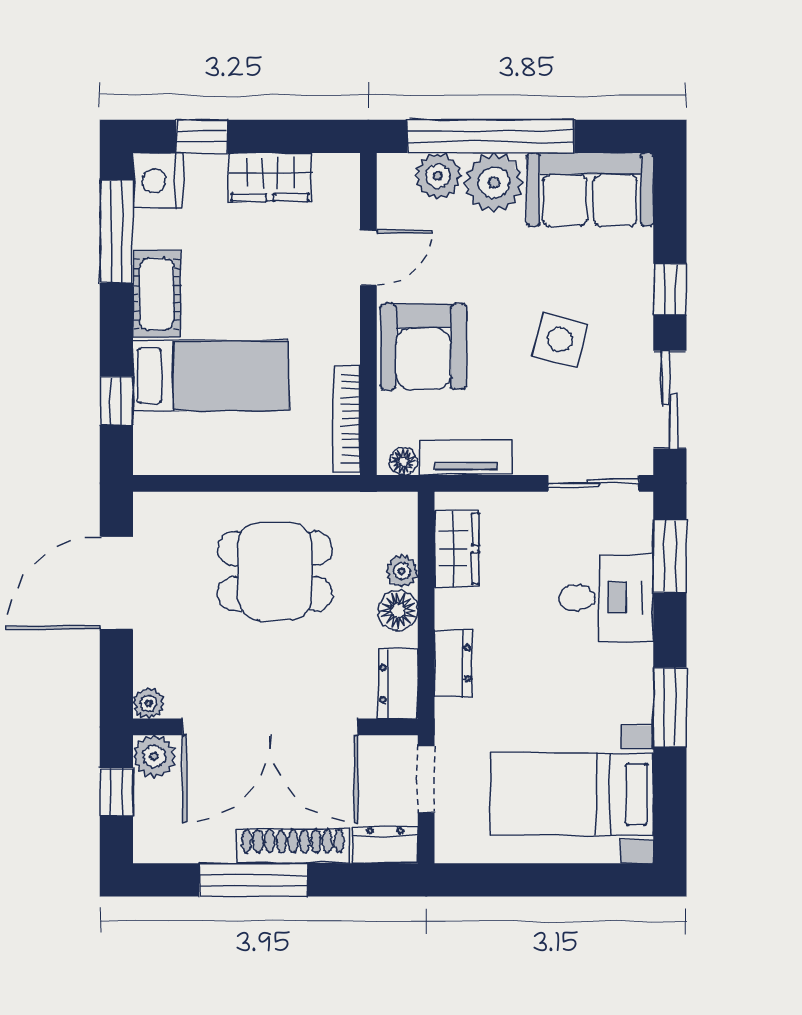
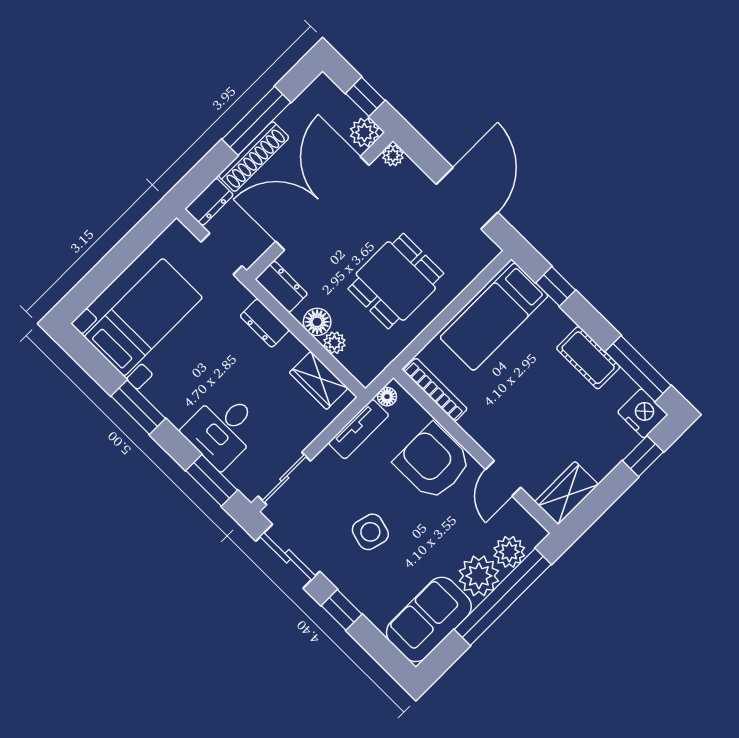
wardrobe: (270, 177) -> (567, 493), moved
bed: (211, 376) -> (494, 317), moved

